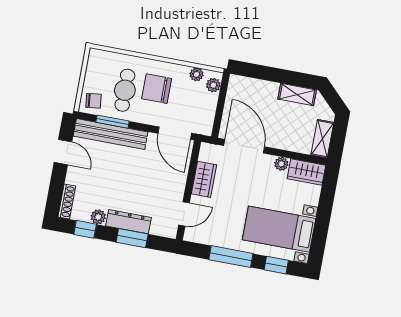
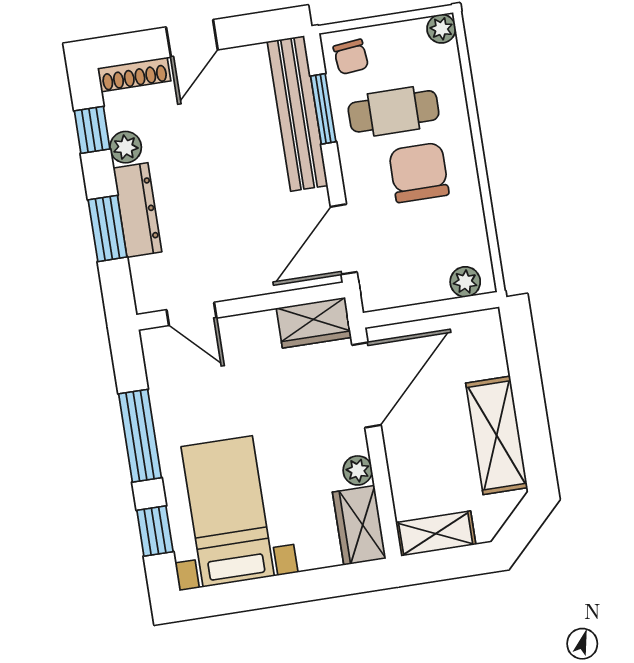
plant: (197, 74) -> (441, 29), moved
shelving: (297, 94) -> (497, 435), width x1.50, depth x1.33
door: (63, 152) -> (192, 38), moved
wardrobe: (204, 179) -> (314, 323), moved

